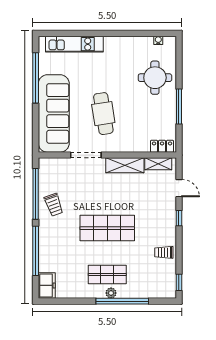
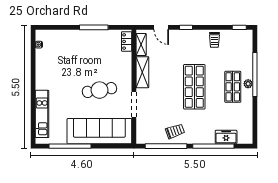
round table: (155, 78) -> (70, 47), removed
door: (179, 188) -> (161, 27), swing flipped
freezer: (47, 285) -> (226, 137), moved

